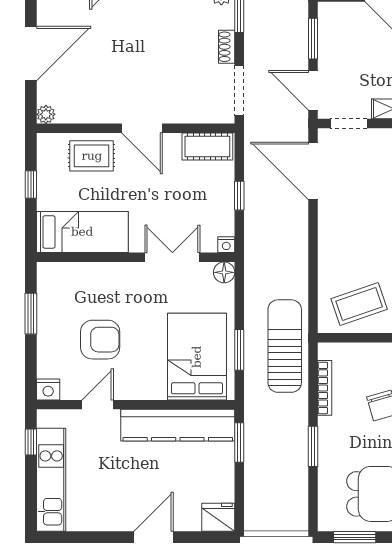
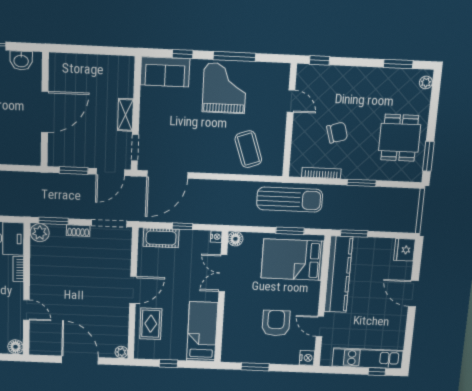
cot: (207, 147) -> (161, 238), moved, turned 90
coffee table: (359, 304) -> (248, 149), moved
sun lounger: (285, 346) -> (290, 200), turned 180
window: (31, 442) -> (377, 372), moved

